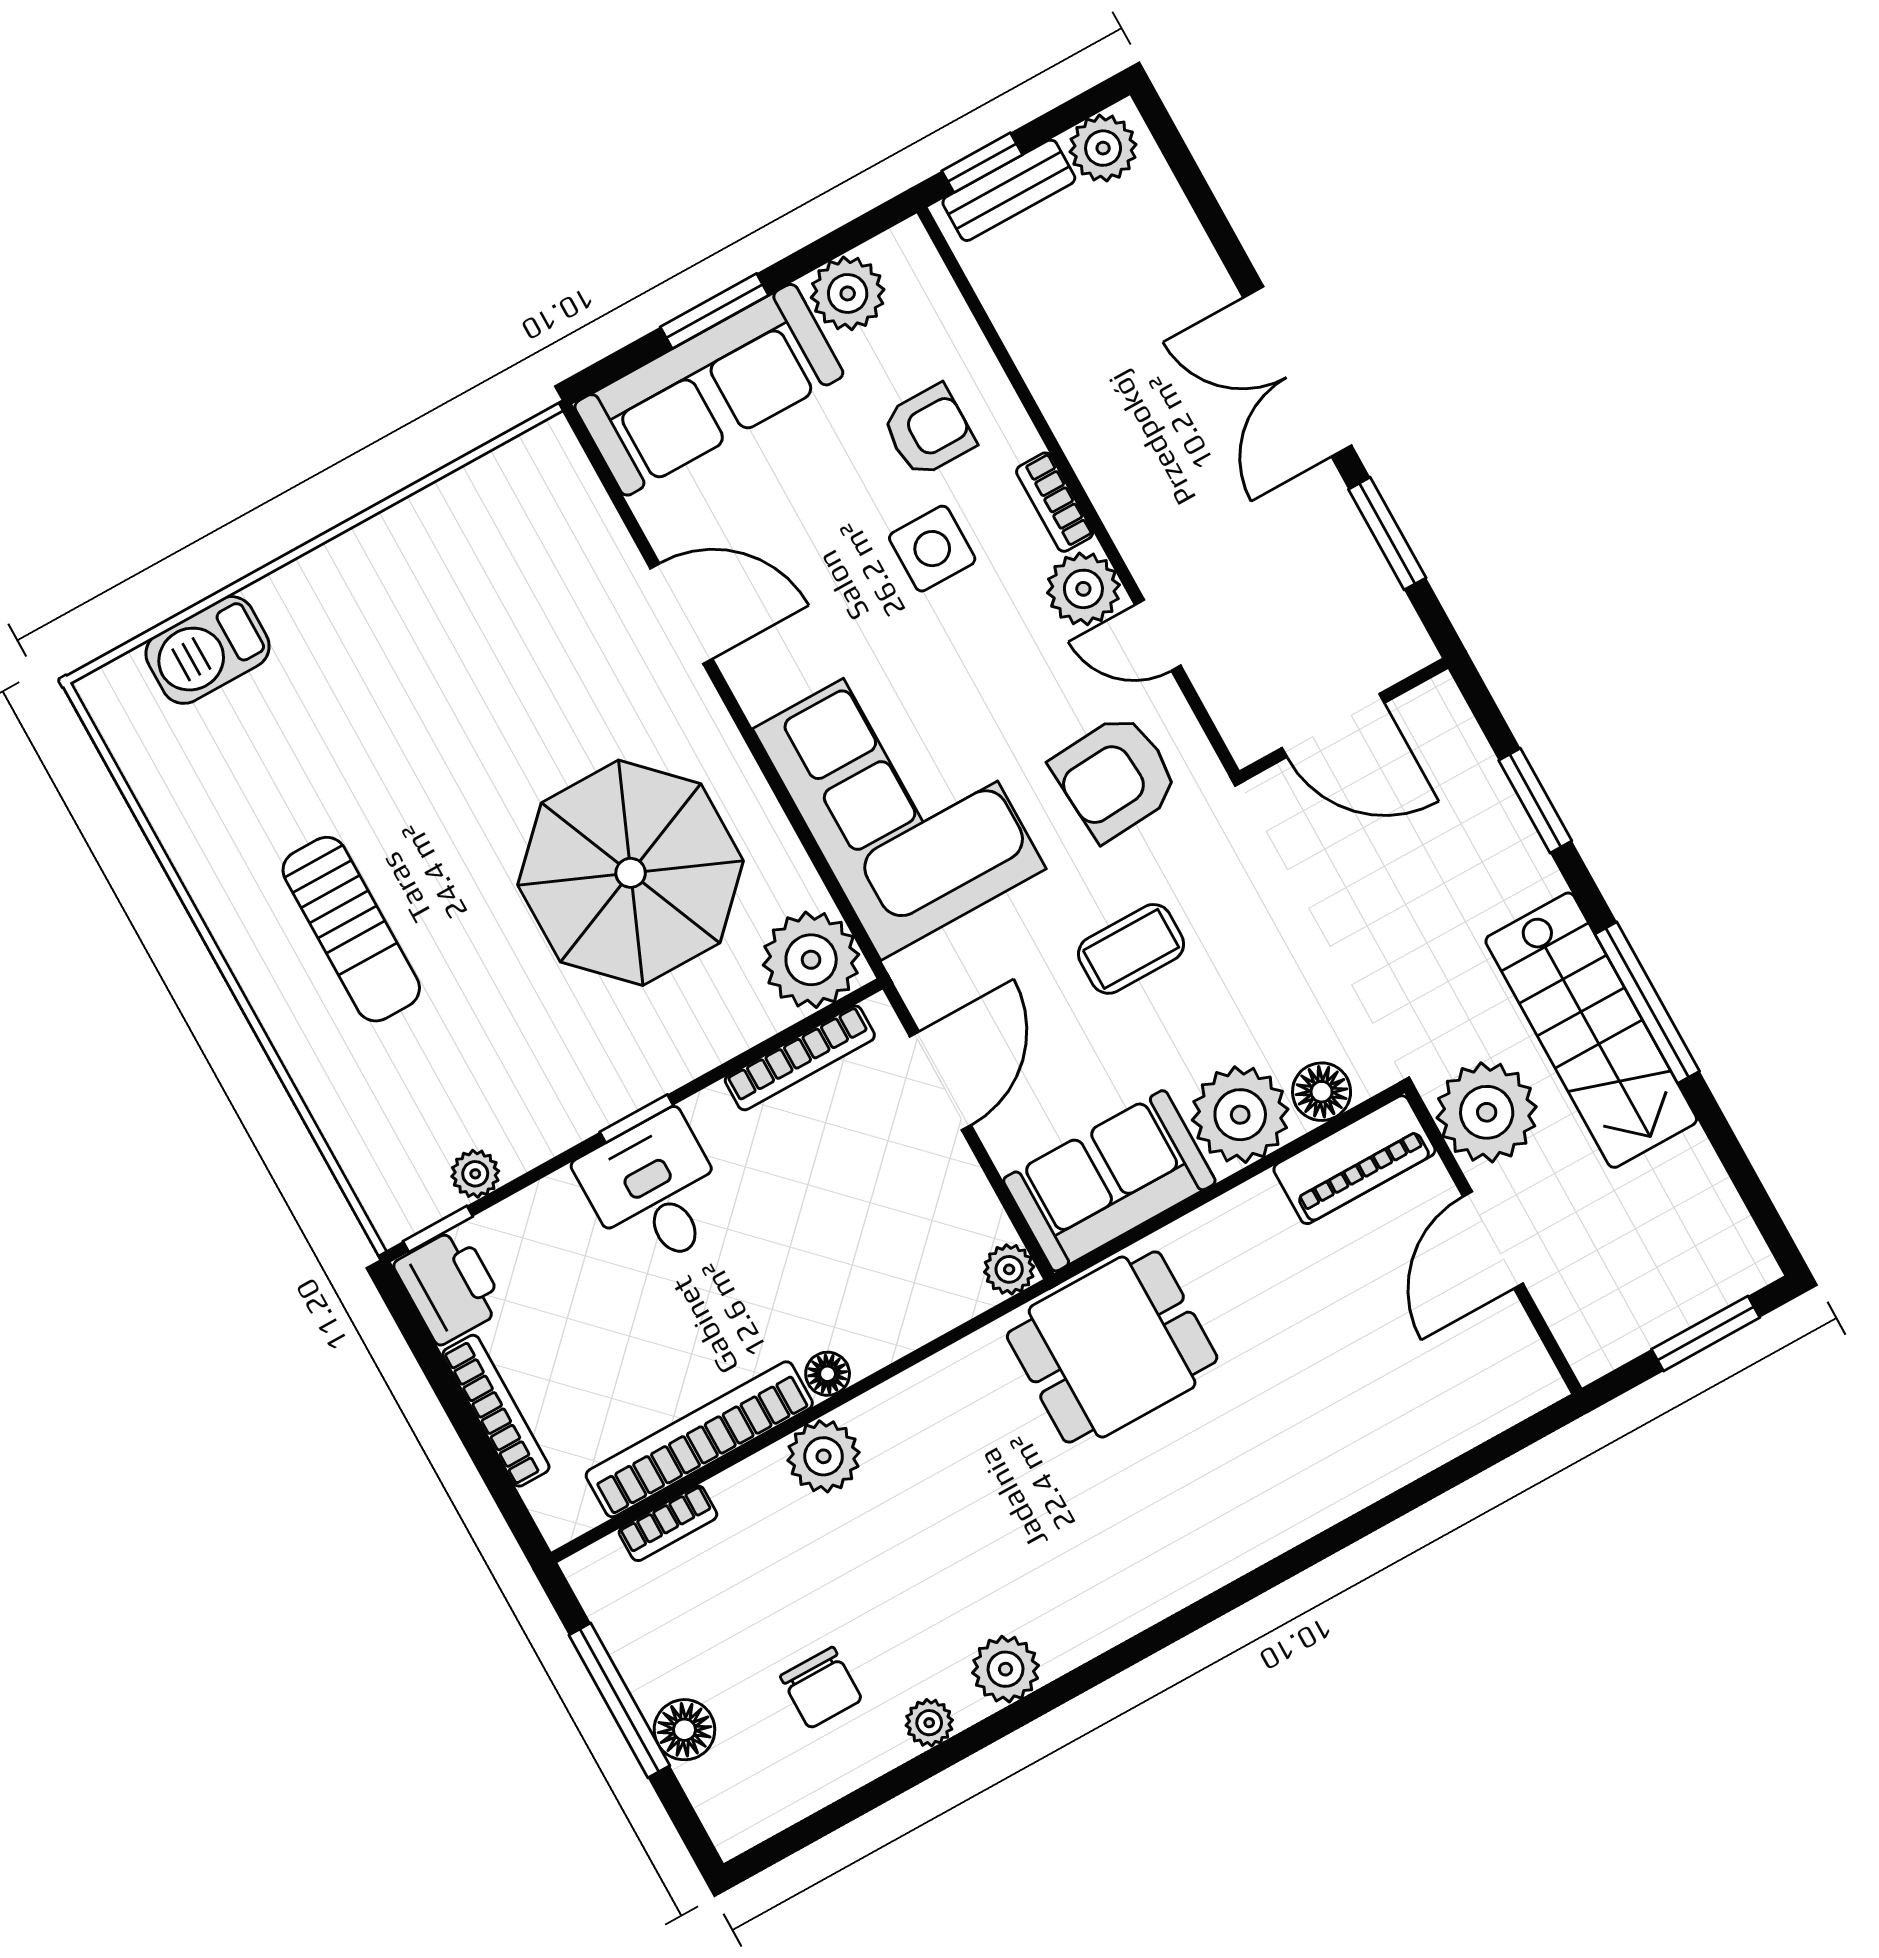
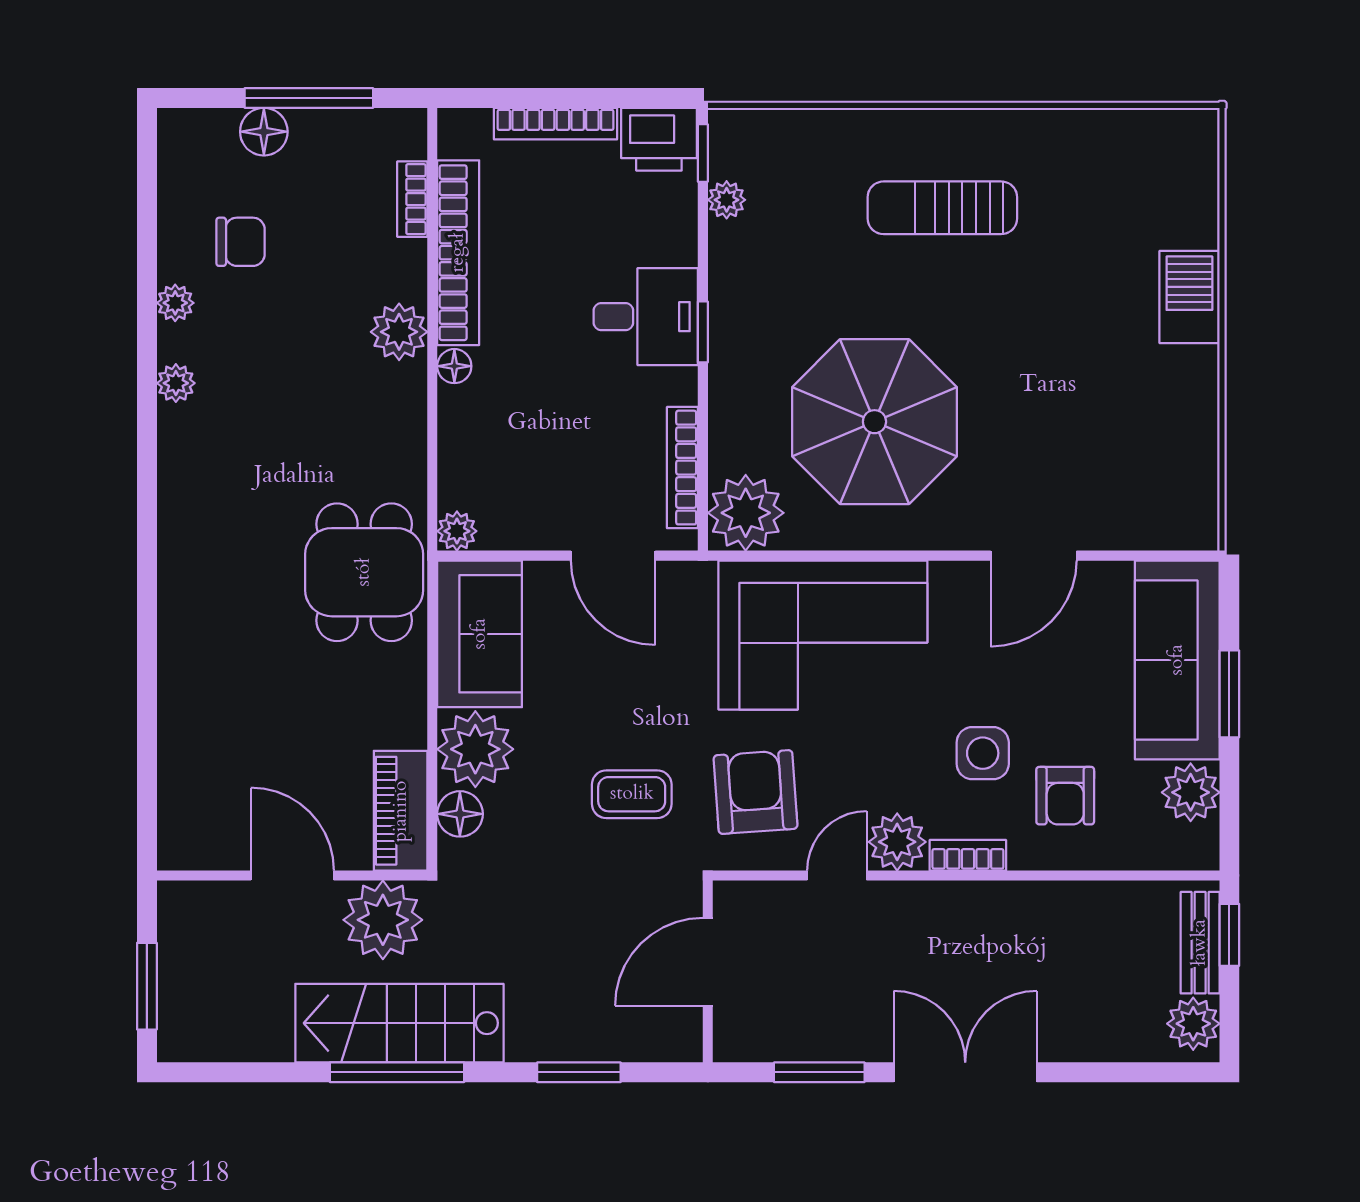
barbecue: (208, 650) -> (1189, 297), moved
coffee table: (1131, 949) -> (632, 794), moved, turned 90
plant: (1006, 1669) -> (176, 383), width x0.73, depth x0.73
chair: (821, 1688) -> (241, 242), turned 180

